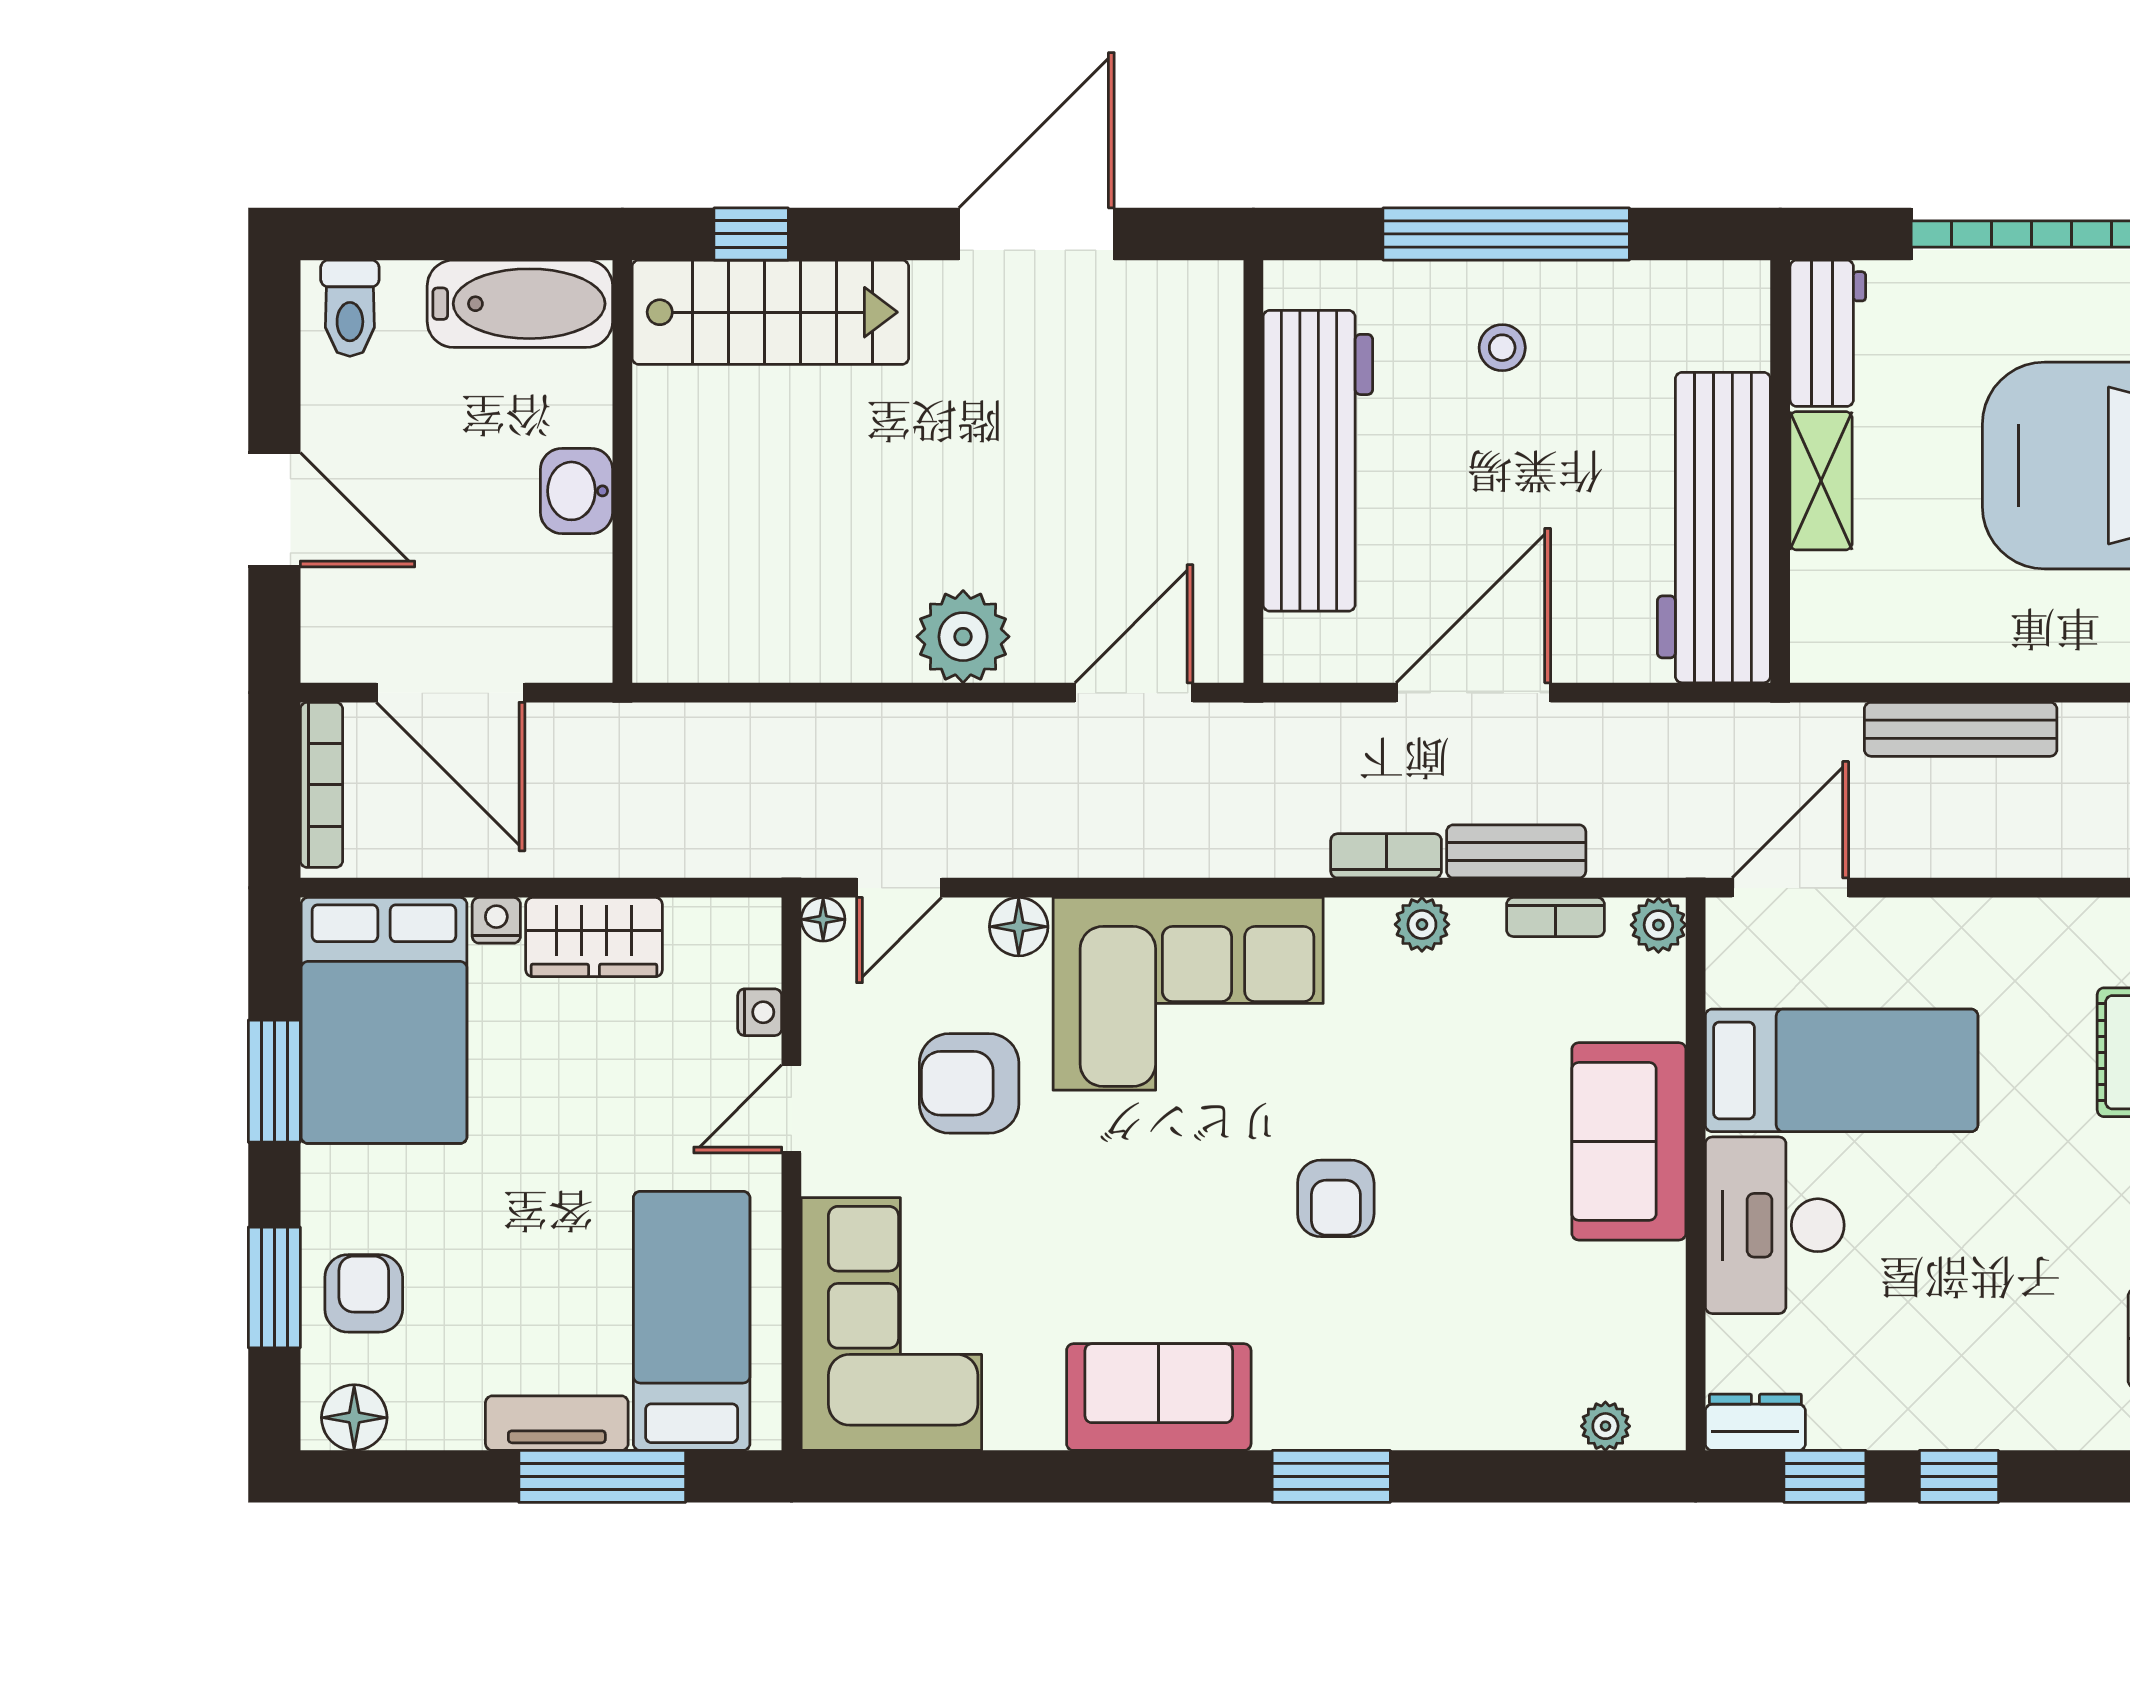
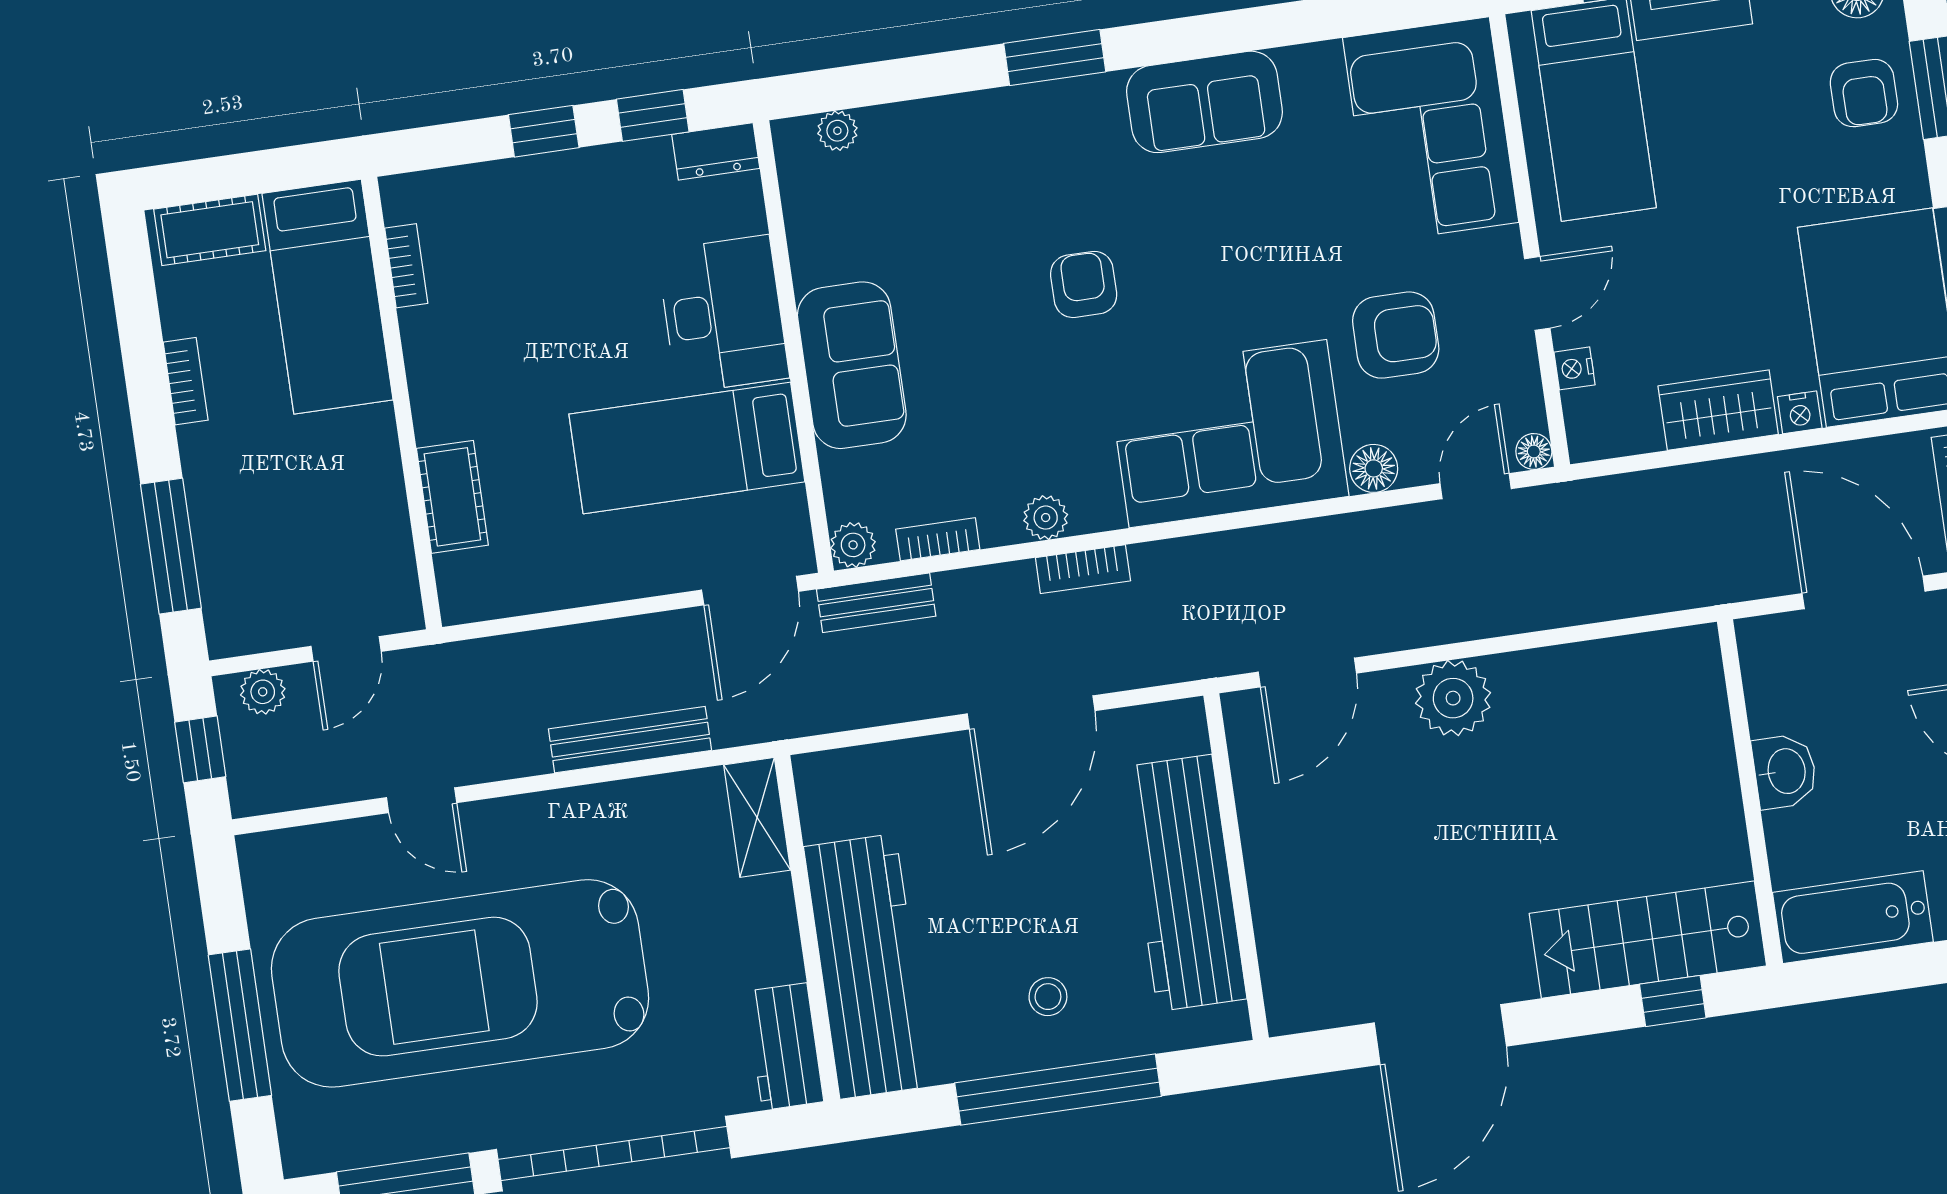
shelving: (1821, 481) -> (757, 817), moved
workbench: (1714, 528) -> (868, 966), moved
bench: (1516, 851) -> (876, 603), moved

